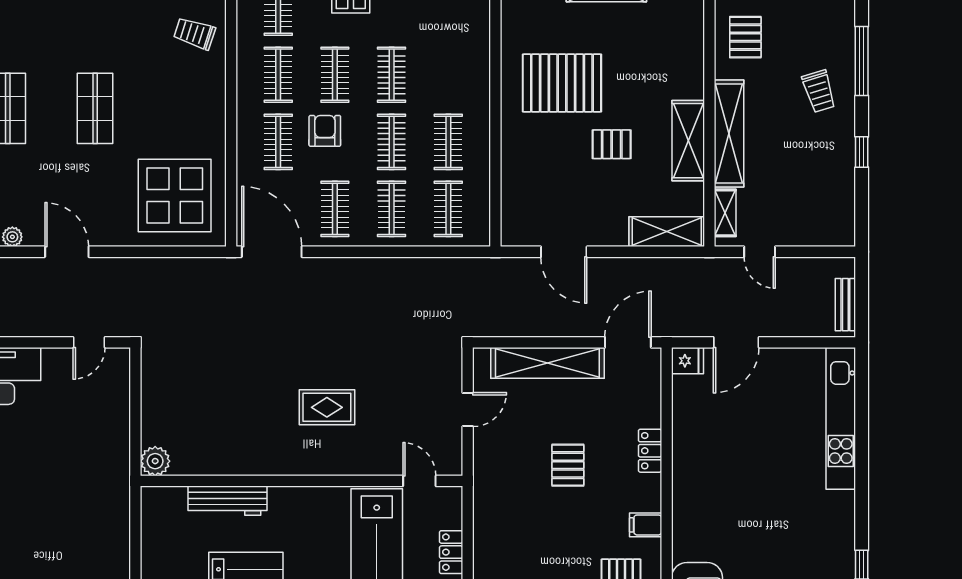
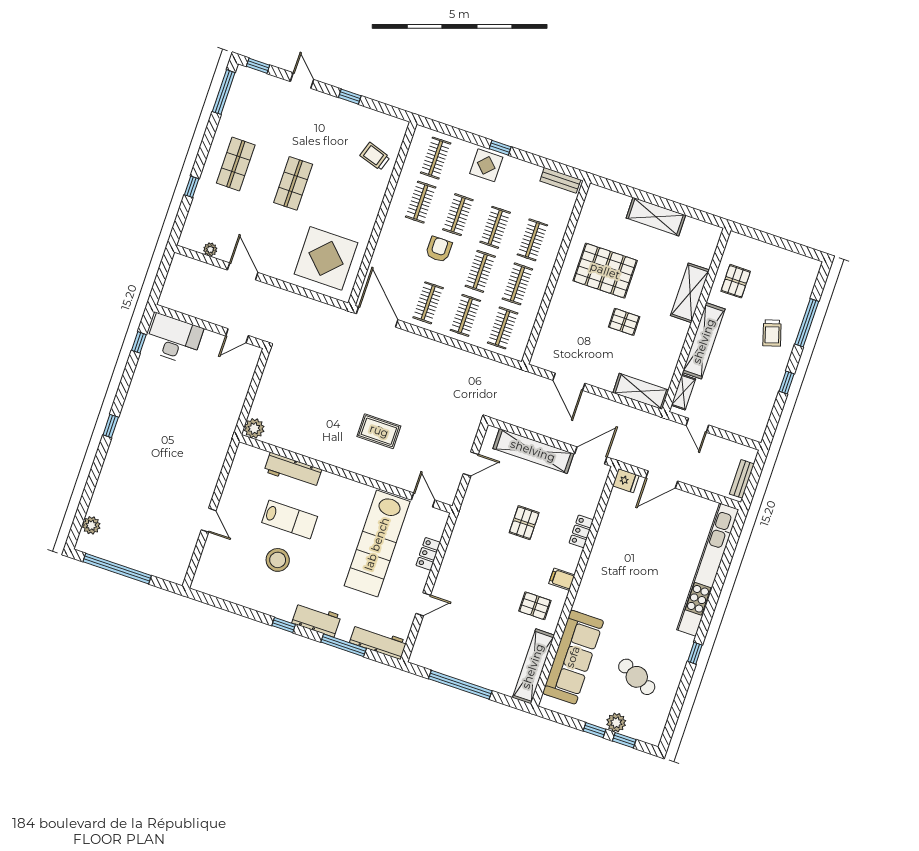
shelving: (688, 141) -> (690, 293), moved
clothes rail: (278, 142) -> (532, 240), moved
kitchen unit: (841, 418) -> (708, 570), width x1.36

